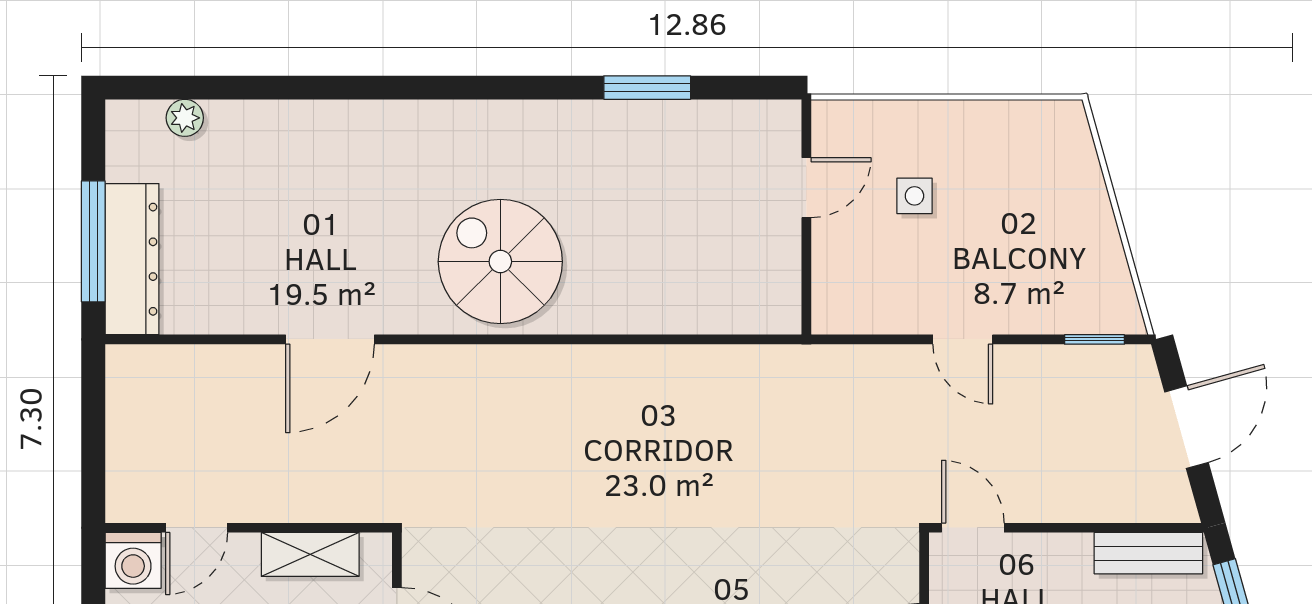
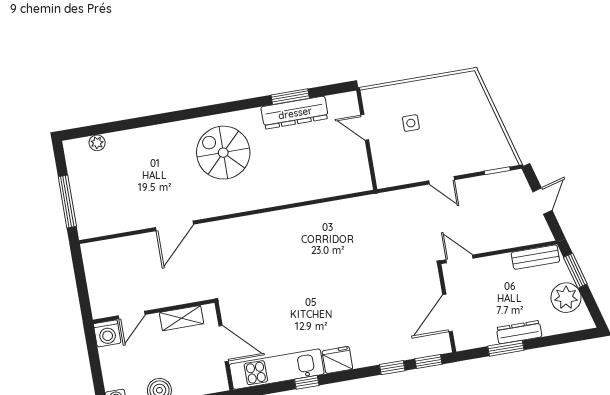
door: (806, 188) -> (365, 127), swing flipped
dresser: (132, 259) -> (295, 113), moved, turned 90
spiral stairs: (500, 262) -> (223, 153), moved
door: (1187, 427) -> (542, 201), width x0.73

